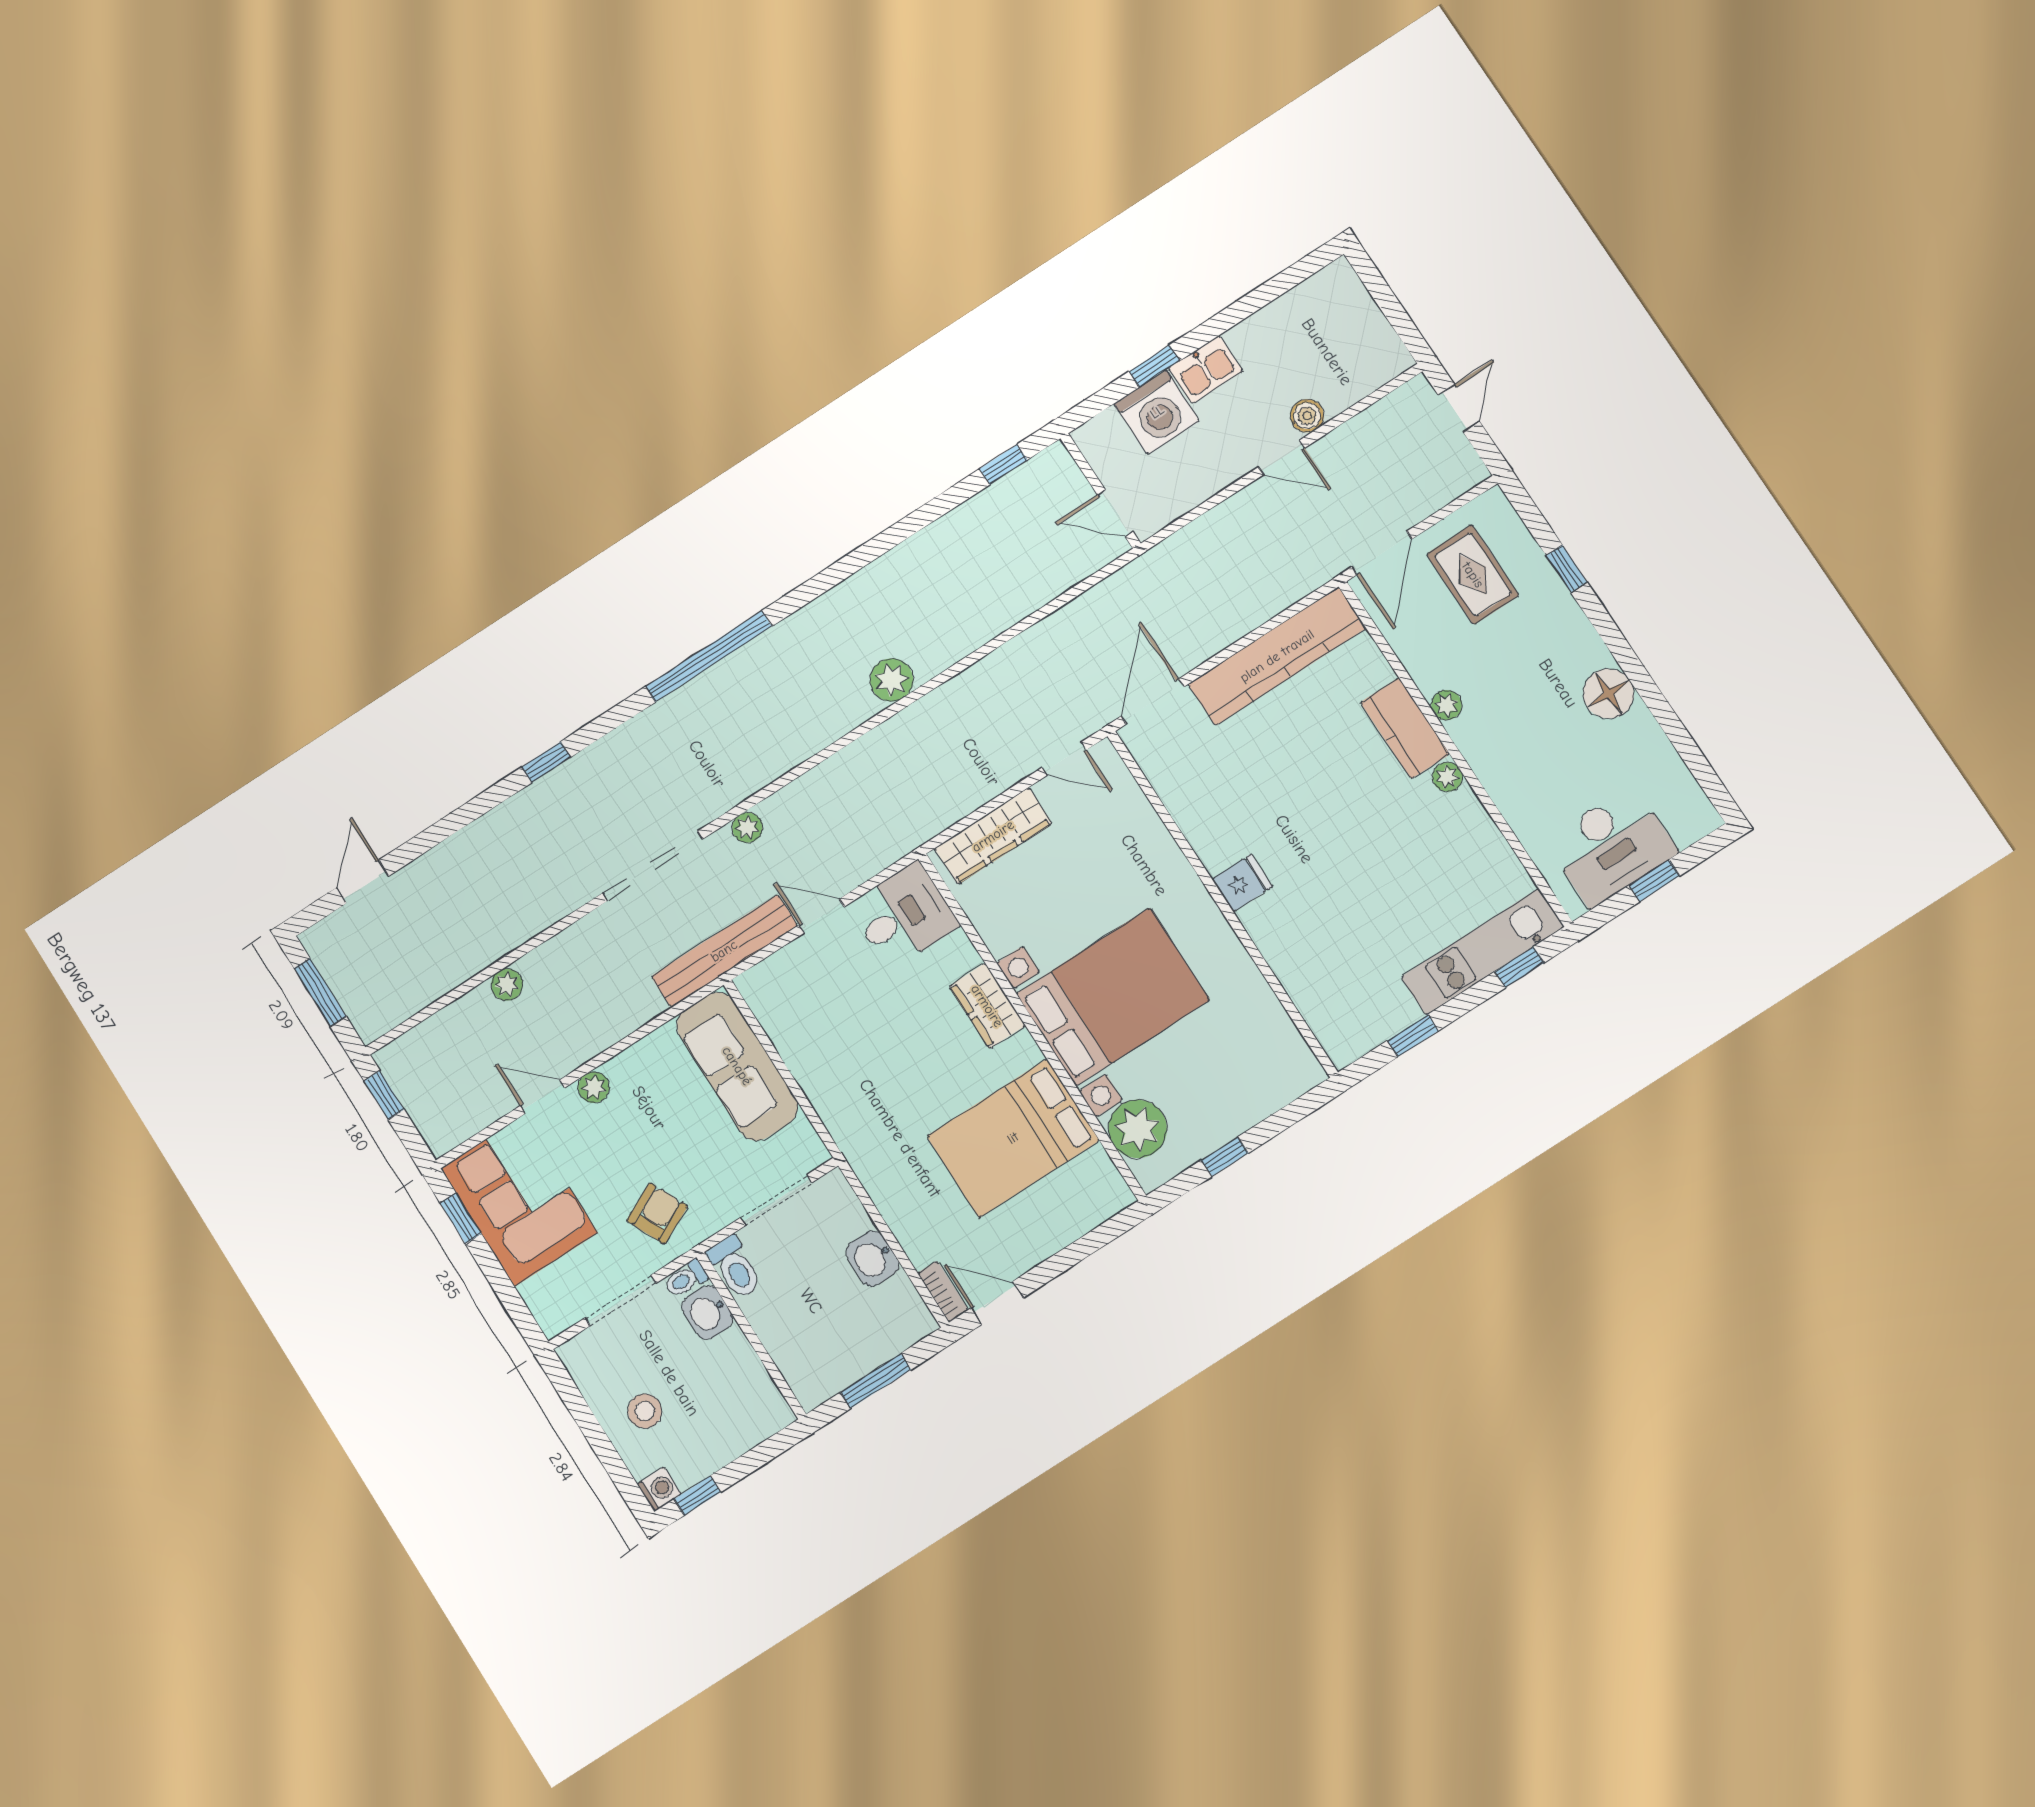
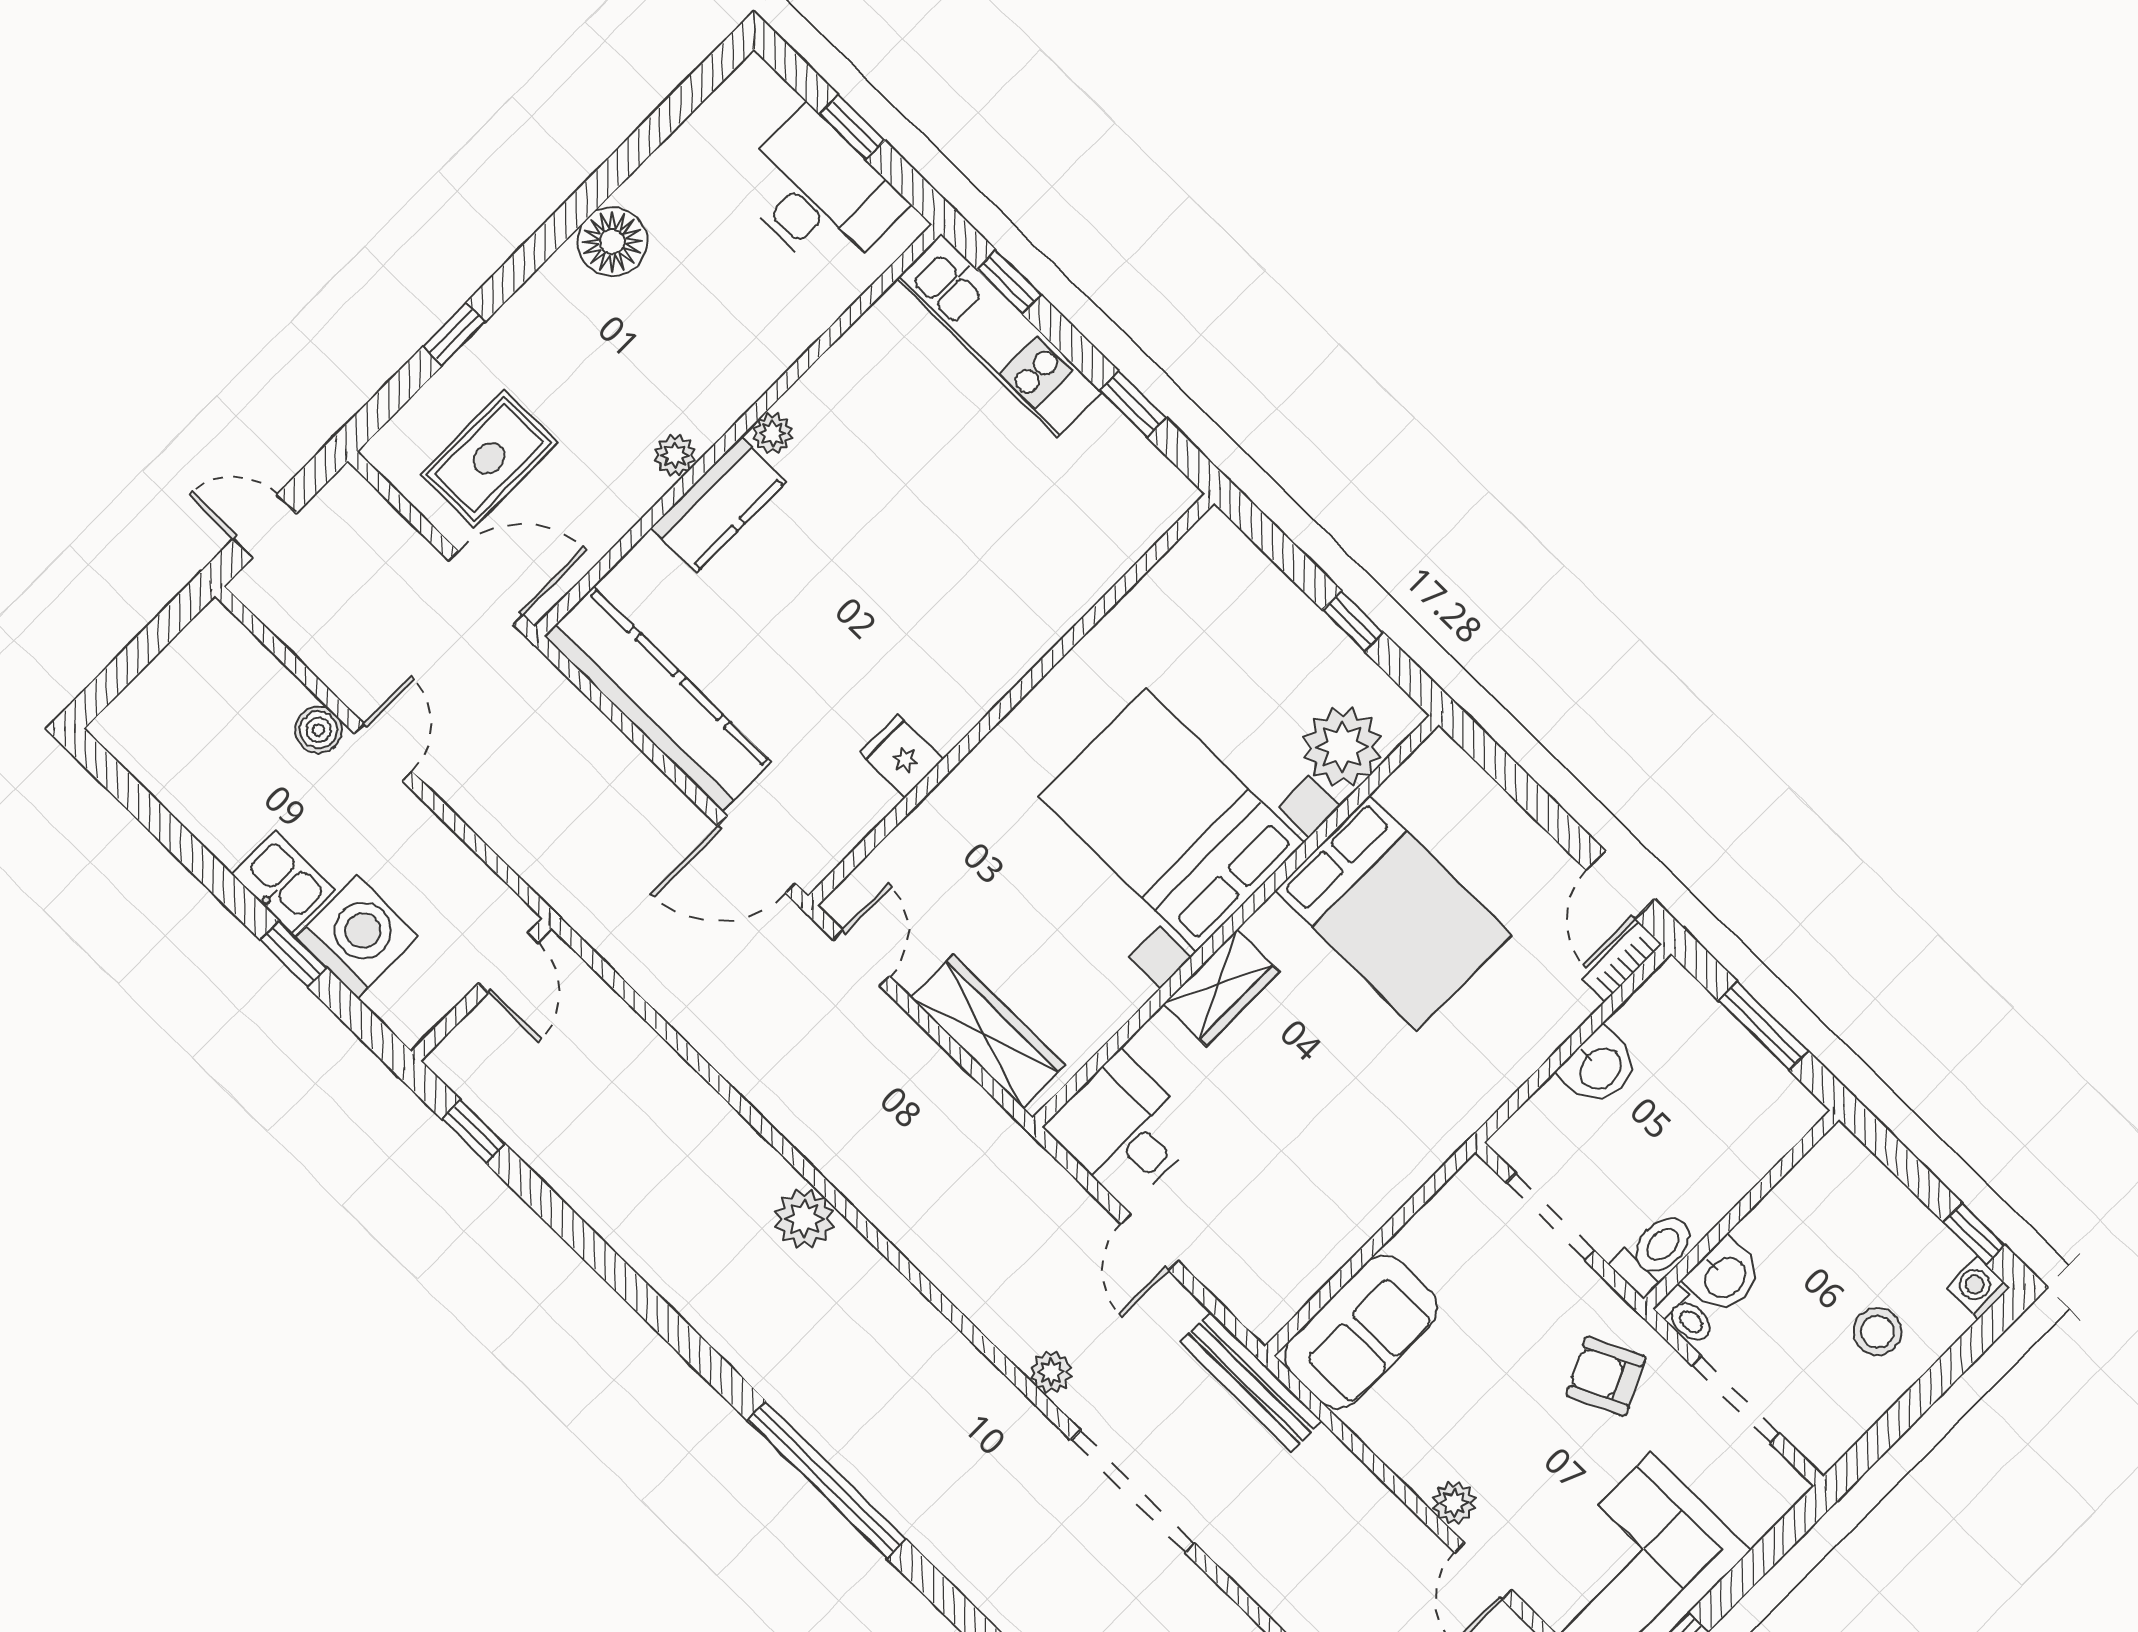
fridge: (1242, 883) -> (901, 756), moved
bench: (724, 951) -> (1251, 1382), width x0.73, depth x0.82
sofa: (737, 1066) -> (1361, 1332), width x0.73

